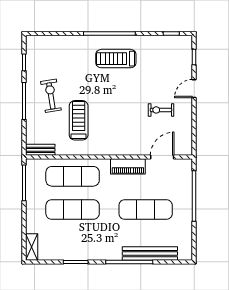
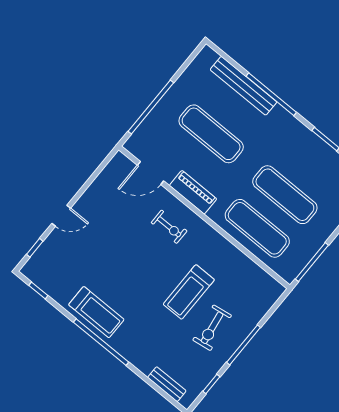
treadmill: (116, 59) -> (96, 312), moved
exercise bike: (161, 110) -> (169, 227), moved
treadmill: (79, 120) -> (189, 292), moved
bench: (40, 150) -> (167, 384), moved

